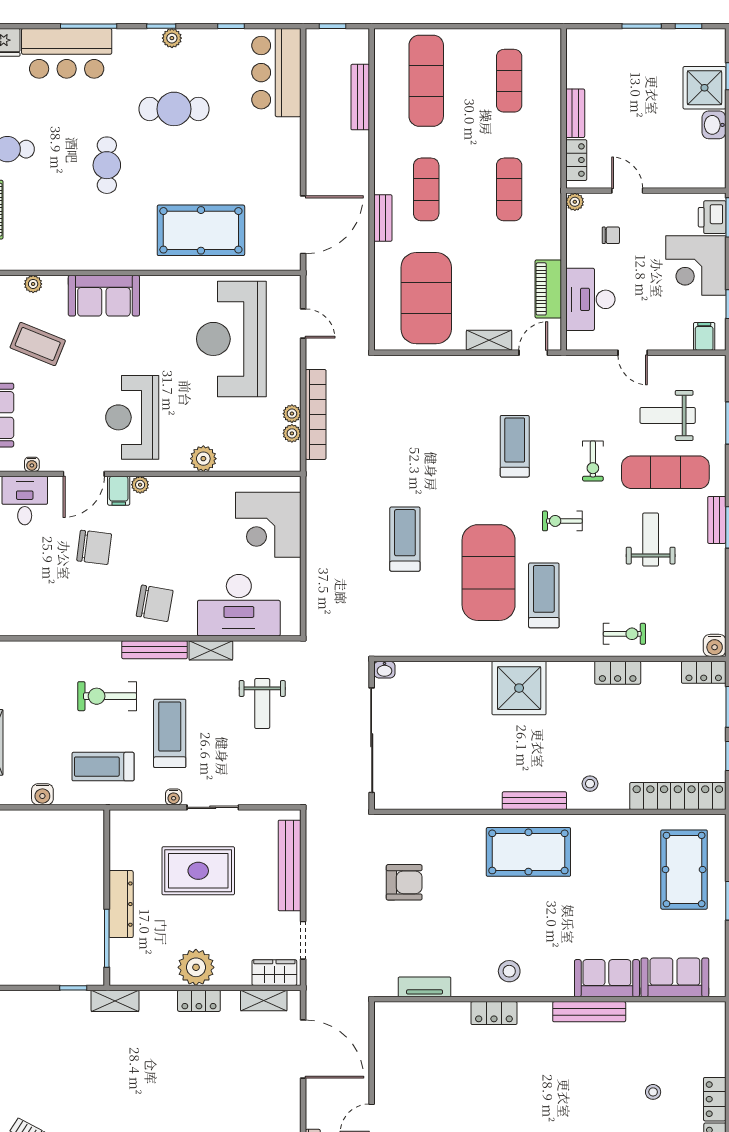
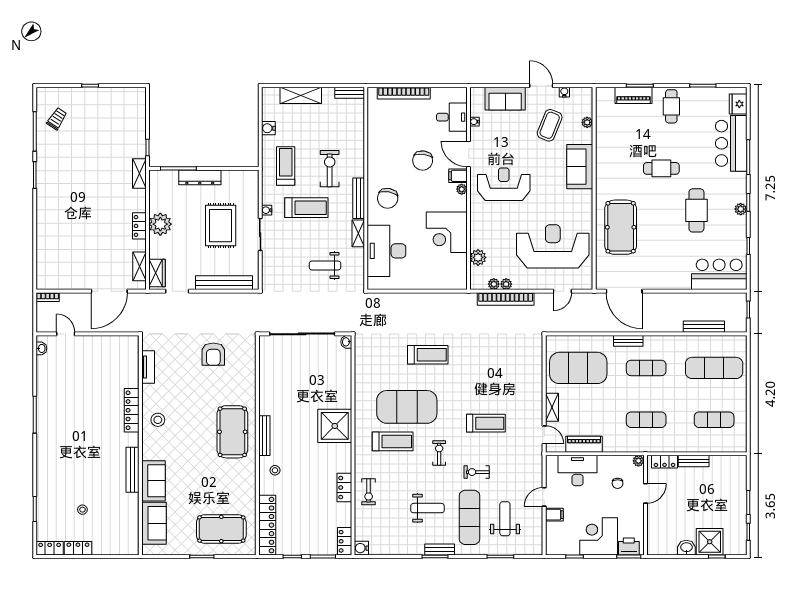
filing cabinet: (704, 336) -> (554, 515), moved
plant: (203, 459) -> (478, 257), moved
corner desk: (268, 525) -> (447, 232), moved, turned -90
locker: (494, 1013) -> (132, 410), width x1.53

